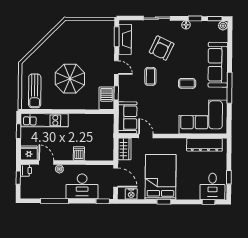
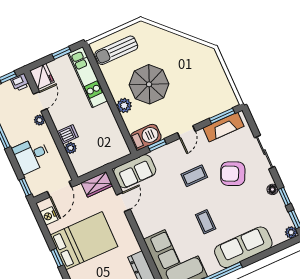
plant: (77, 103) -> (124, 105), added
plant: (90, 156) -> (71, 148), added
desk: (82, 186) -> (31, 155), width x0.73

